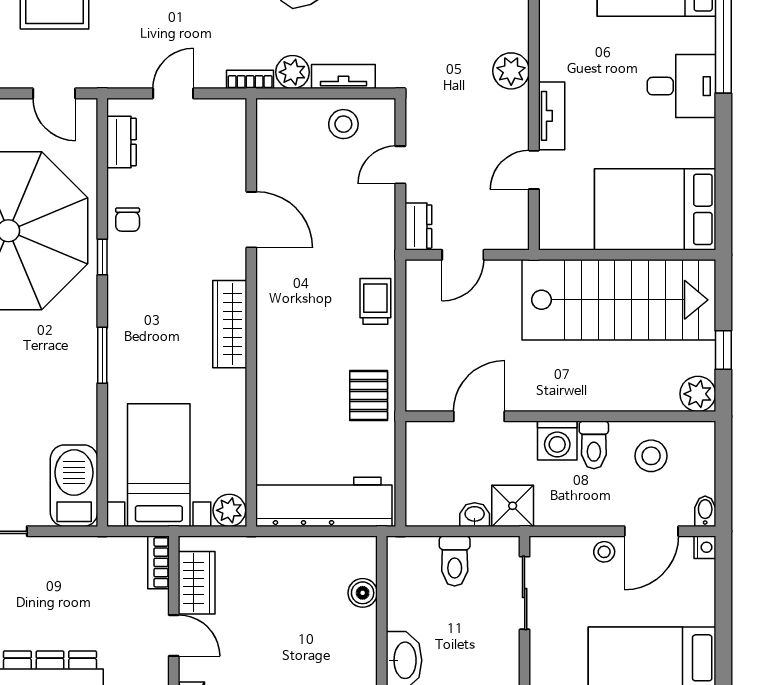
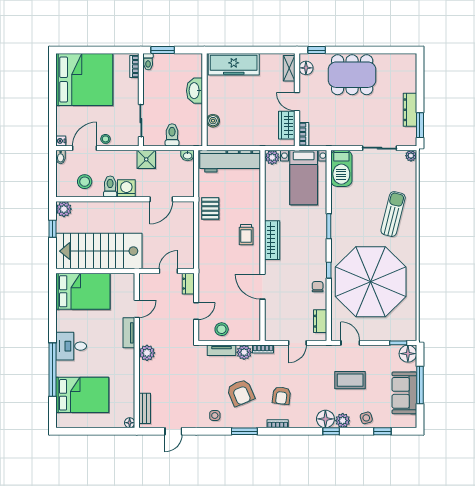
trolley: (375, 301) -> (246, 235), moved
washbasin: (475, 515) -> (188, 155), moved

